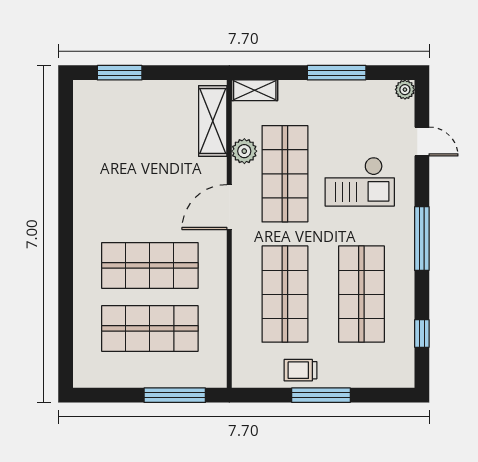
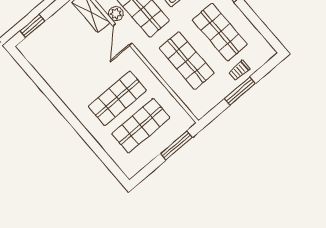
door: (229, 207) -> (123, 35), moved
window: (422, 334) -> (261, 27), removed
trolley: (301, 370) -> (239, 71), moved

